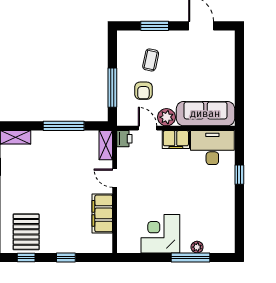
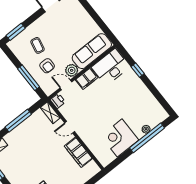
window: (155, 26) -> (16, 32), moved
window: (190, 257) -> (147, 138), width x1.46

